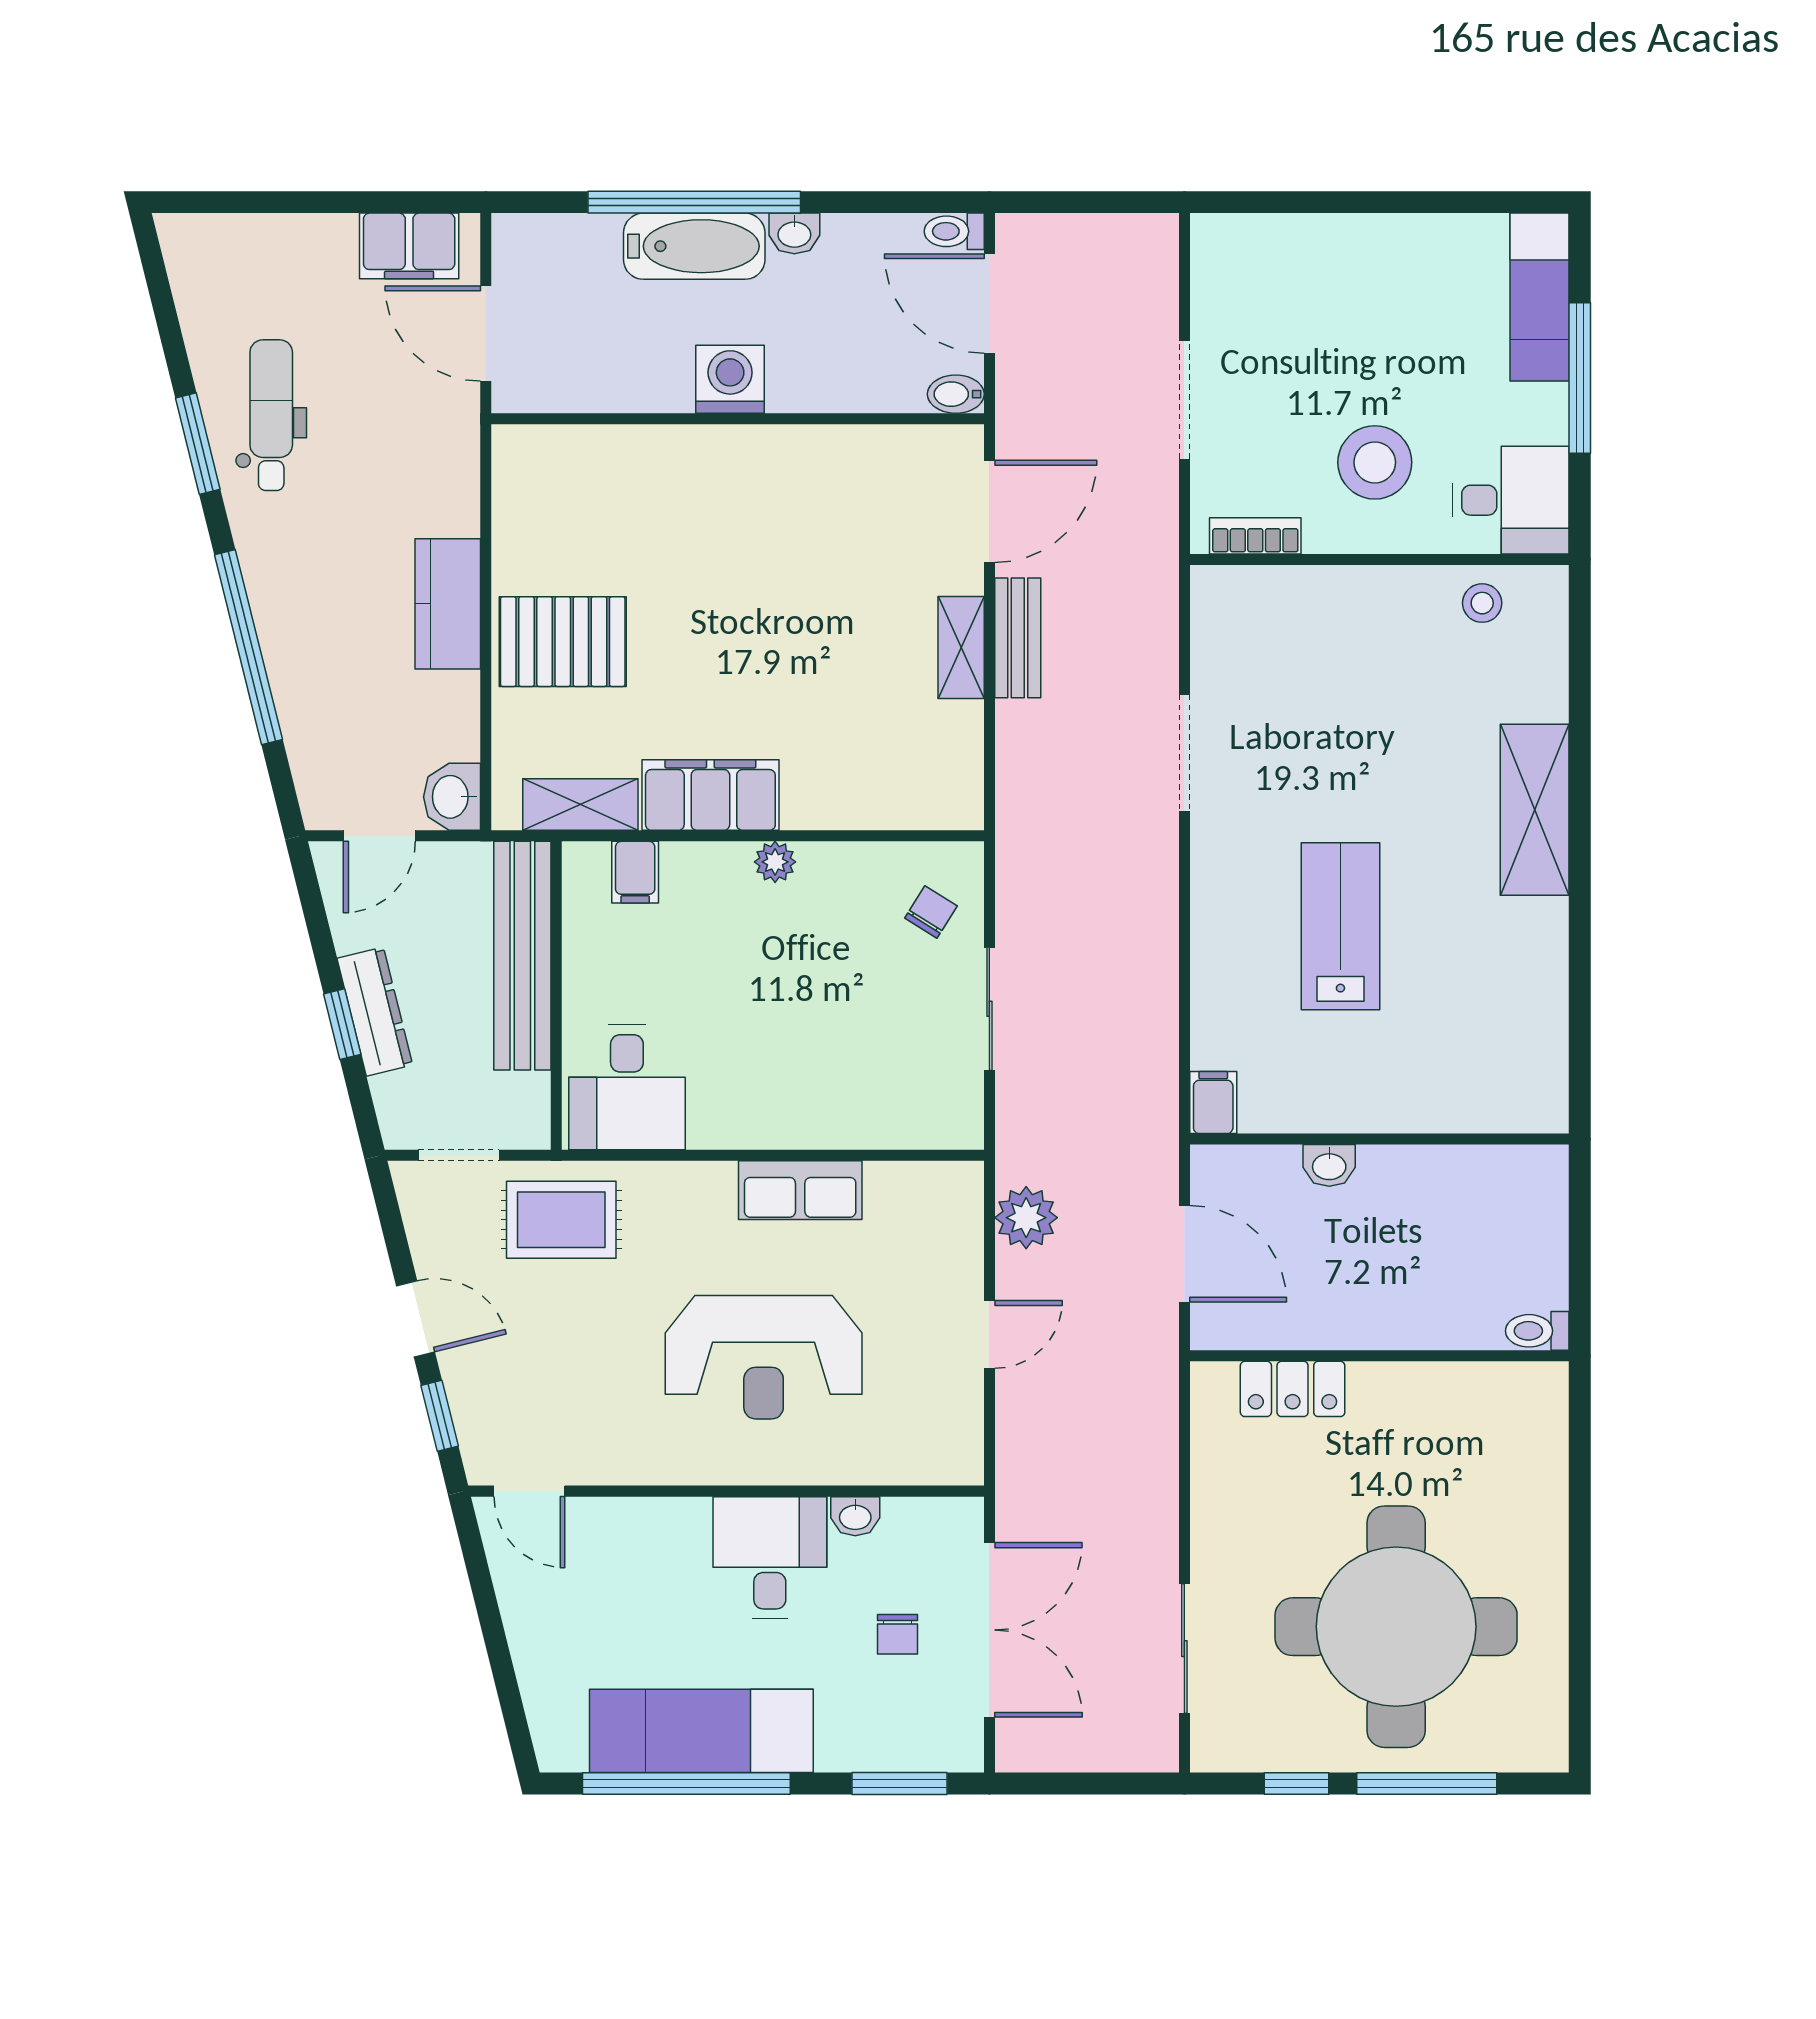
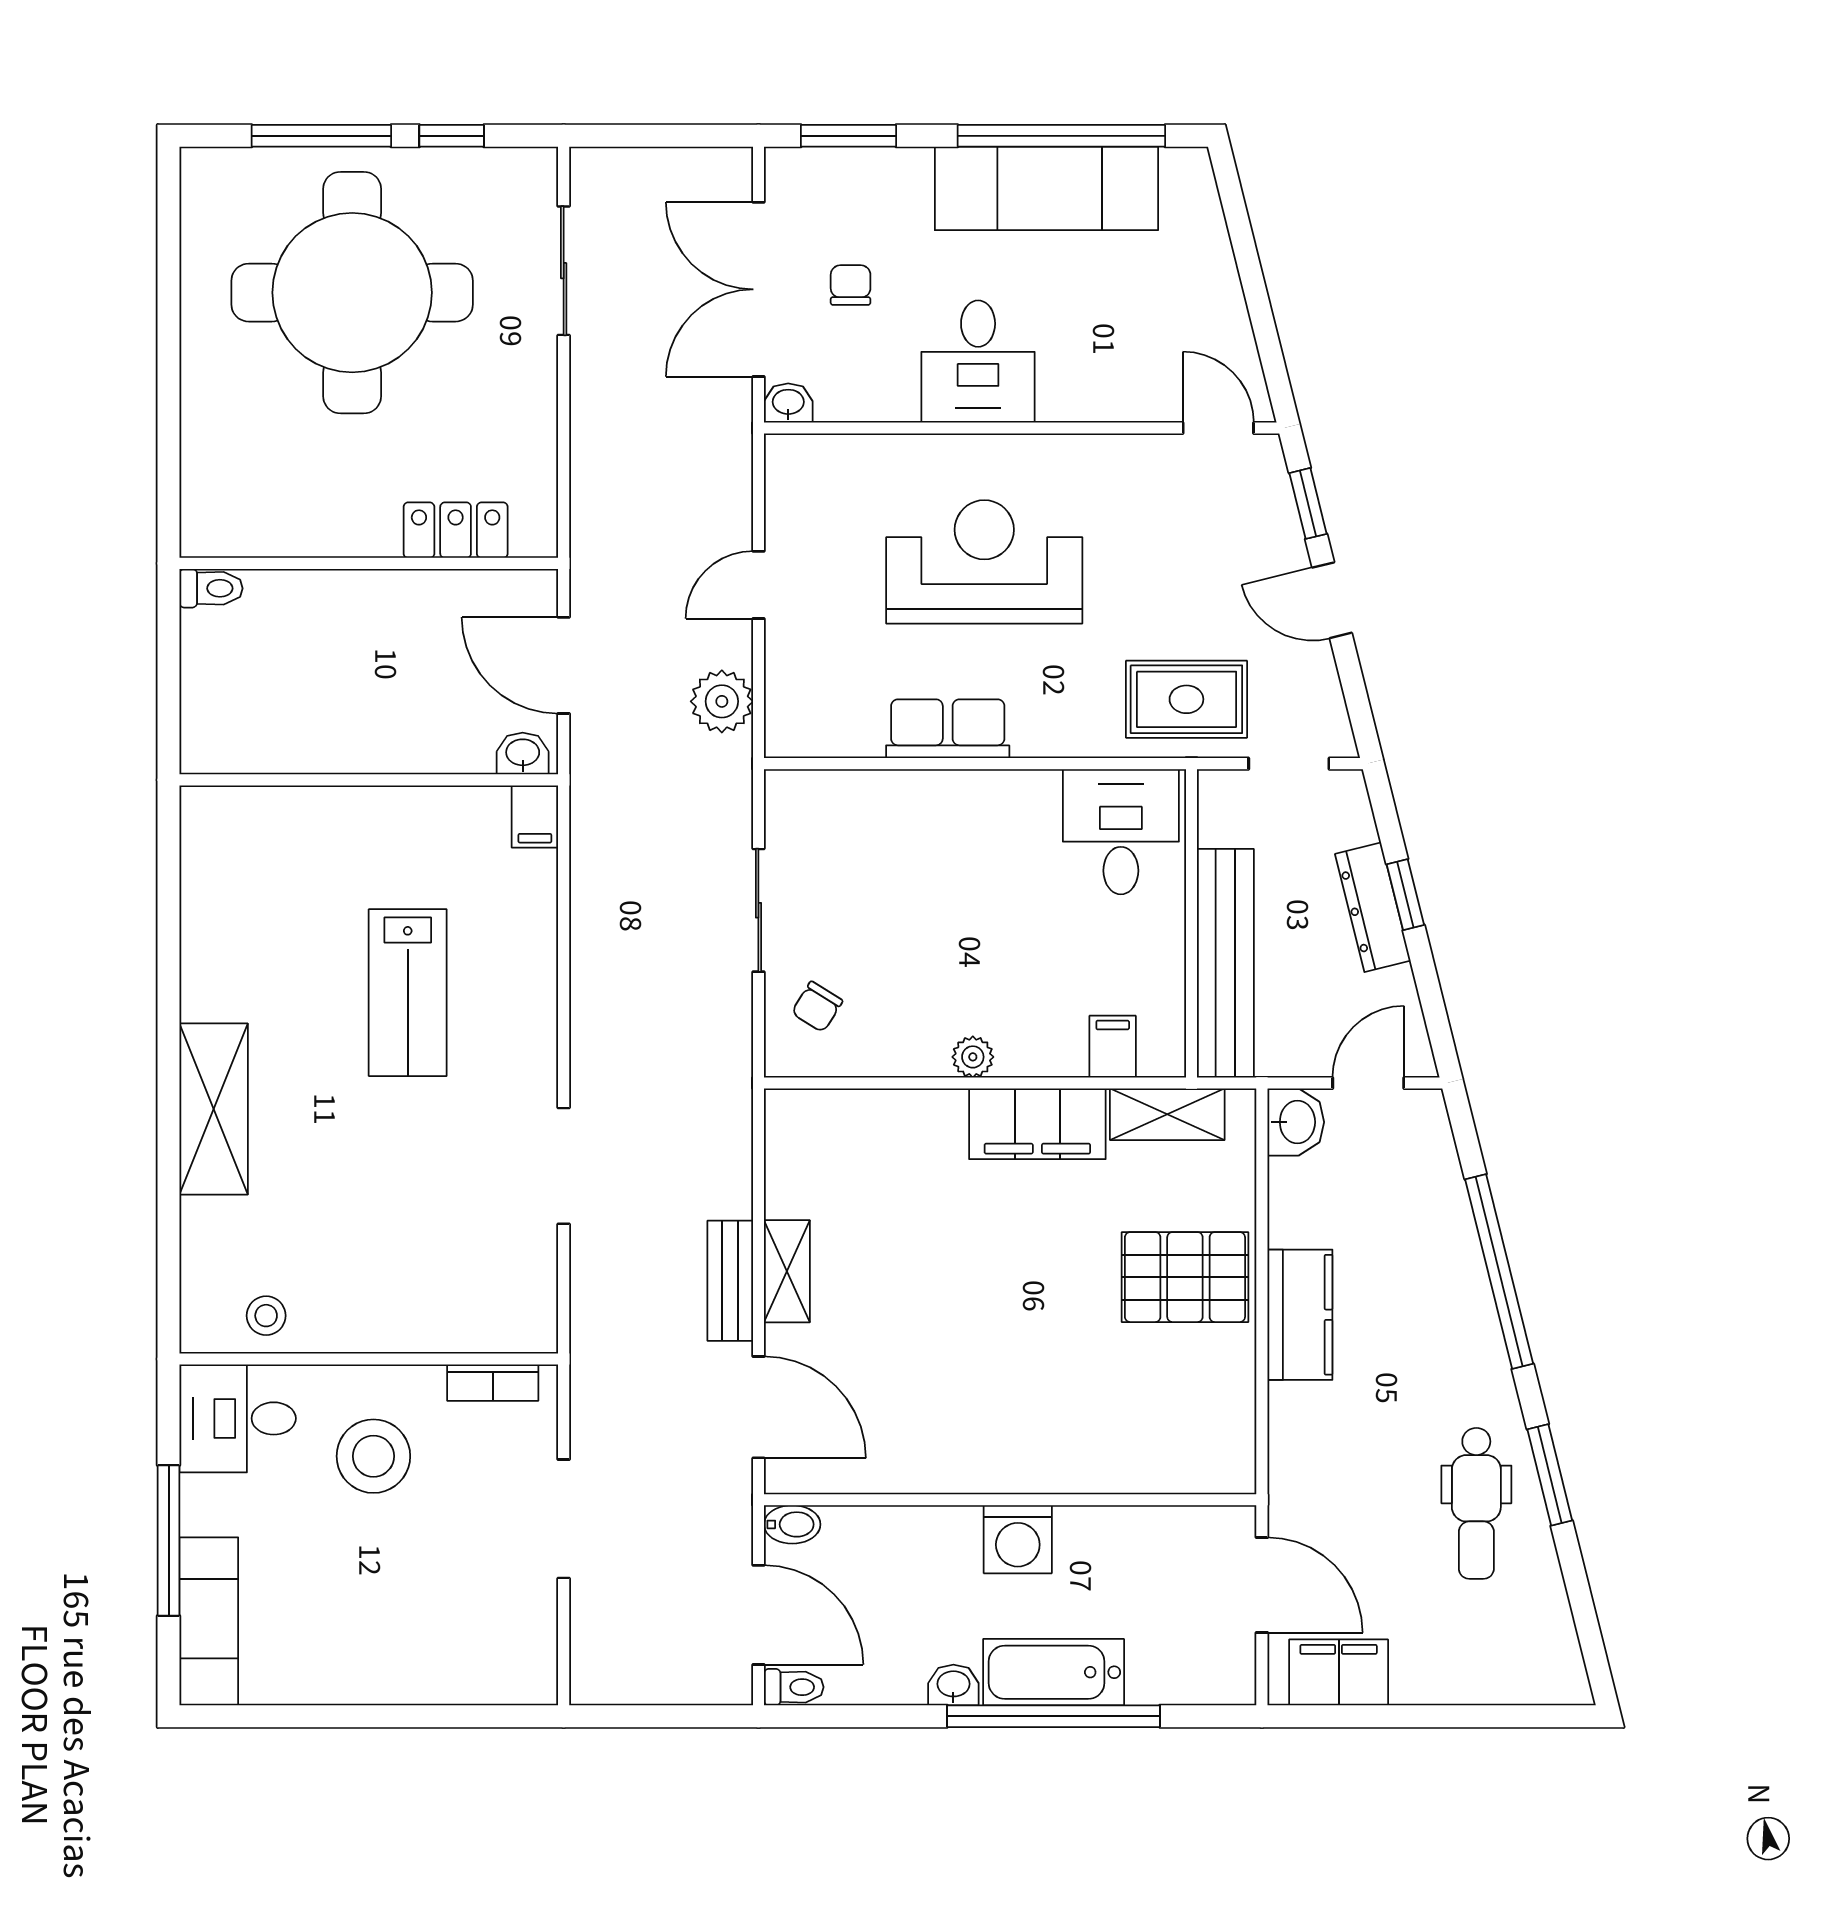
door: (989, 511) -> (758, 1407), swing flipped
washbasin: (1329, 1165) -> (523, 754), moved
washbasin: (855, 1516) -> (788, 403), moved

